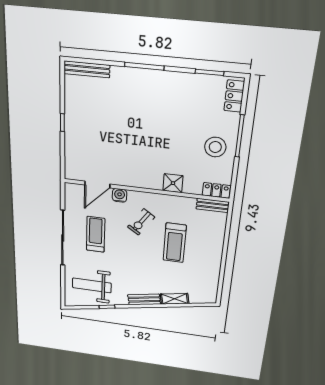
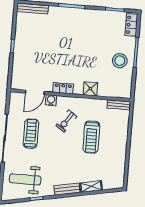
locker: (216, 190) -> (63, 88), moved

